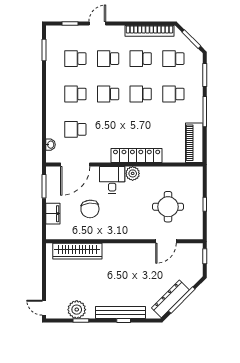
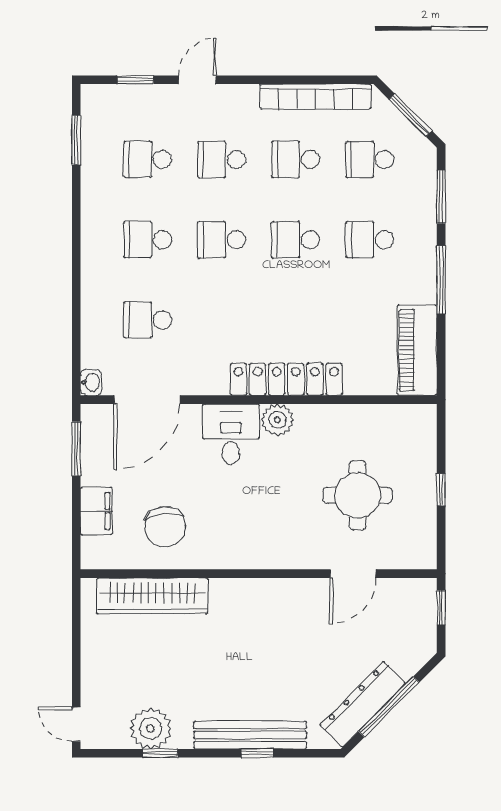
washbasin: (50, 145) -> (91, 382), moved
chair: (90, 209) -> (165, 527), moved

